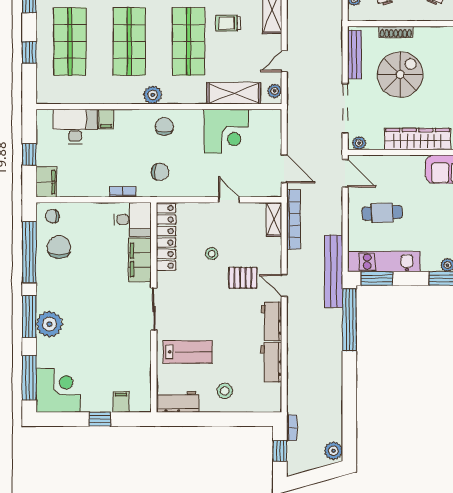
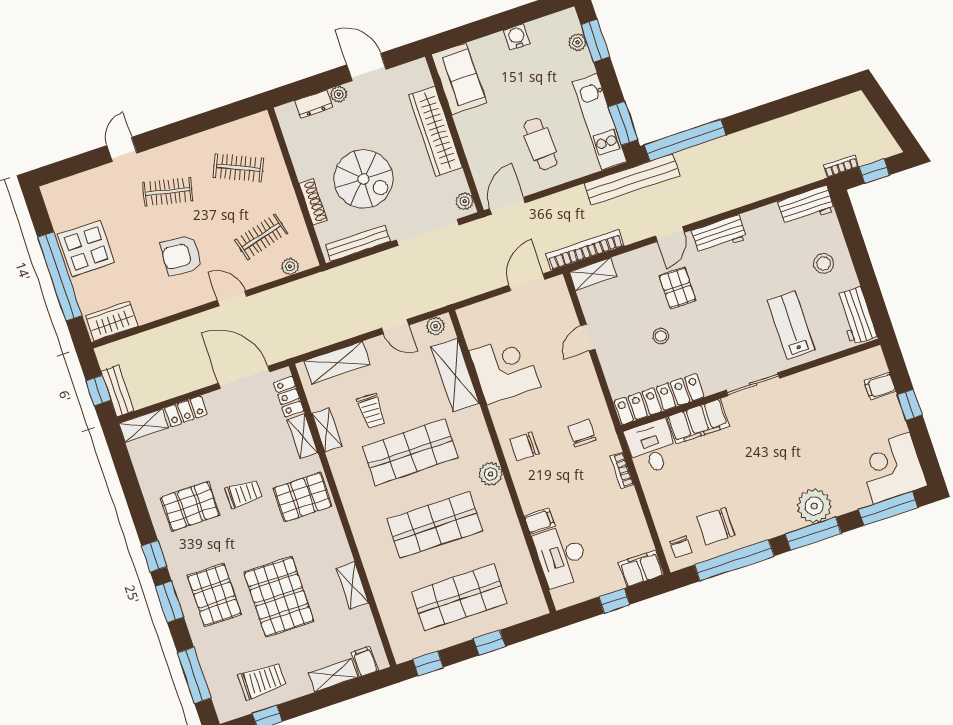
spiral stairs: (400, 74) -> (363, 179), turned 180
workbench: (271, 362) -> (806, 206), moved
plant: (333, 451) -> (852, 106), removed

